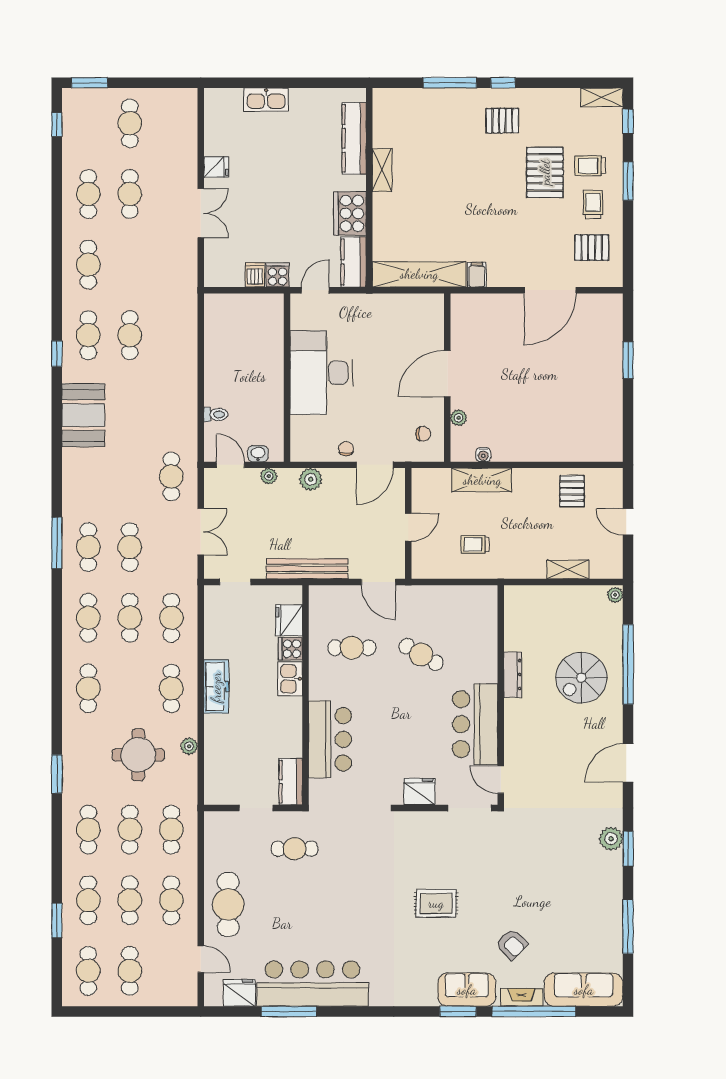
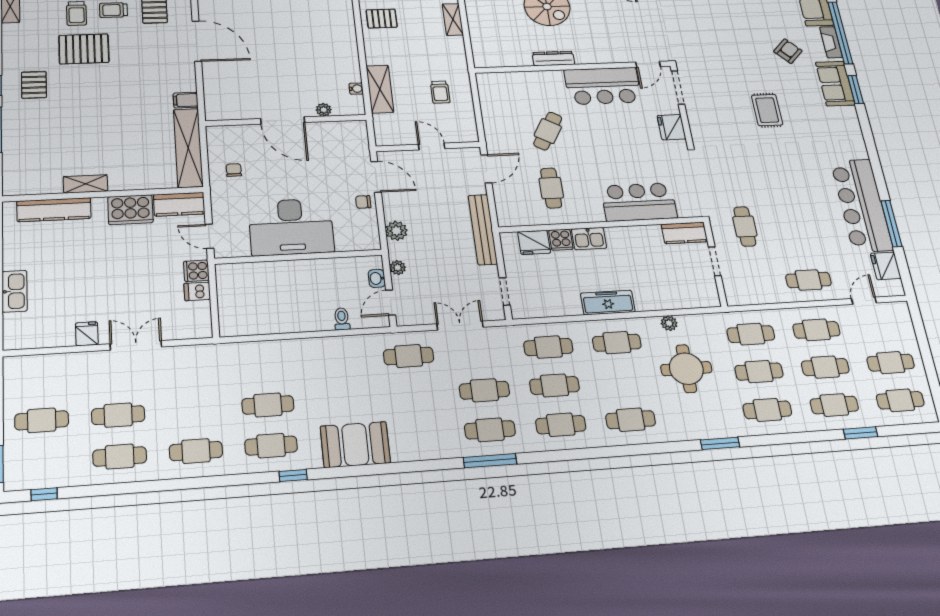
chair: (423, 434) -> (234, 170), moved
cafe table: (228, 904) -> (808, 280), width x0.73, depth x0.74

